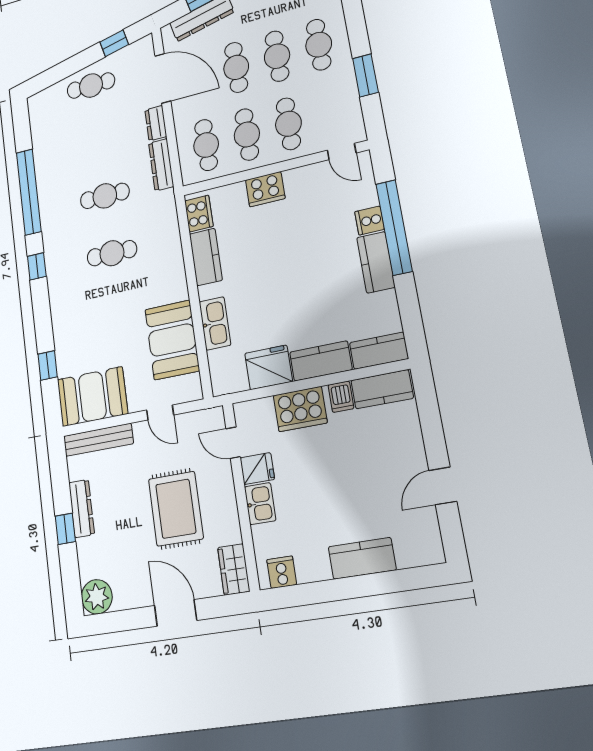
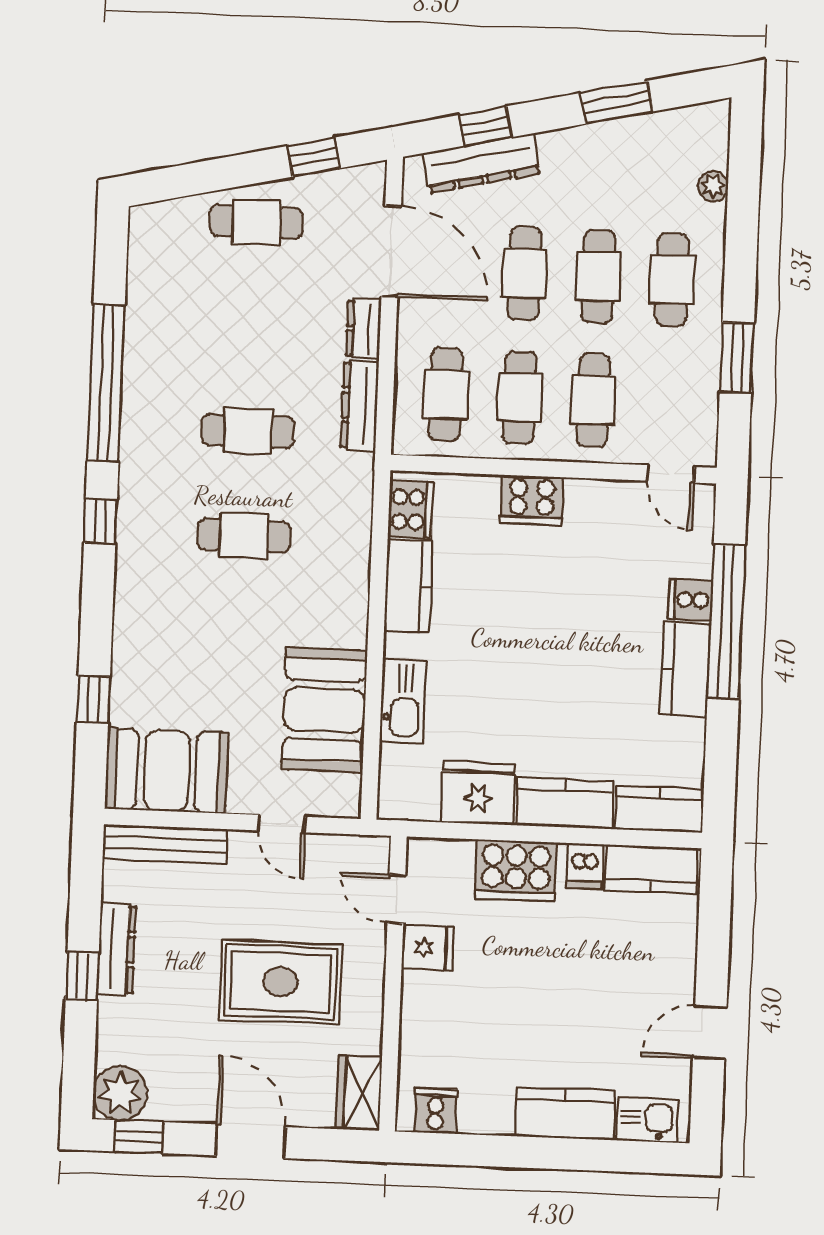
kitchen sink: (260, 504) -> (647, 1120), moved, turned -90
rug: (176, 509) -> (281, 982), turned 90
window: (111, 622) -> (139, 1137), added

